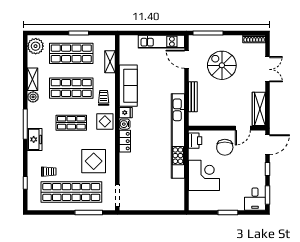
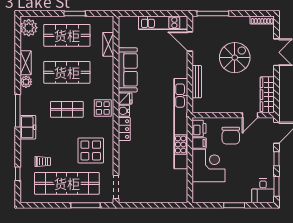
spiral stairs: (222, 65) -> (235, 58), moved, turned 90
trolley: (104, 98) -> (101, 83), removed
filing cabinet: (195, 154) -> (199, 143), added

